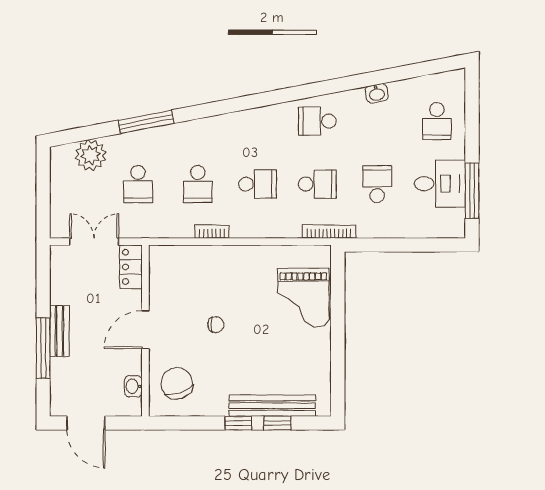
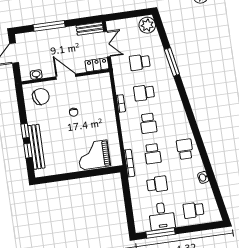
plant: (91, 155) -> (147, 25), moved
bench: (60, 331) -> (90, 29), moved

